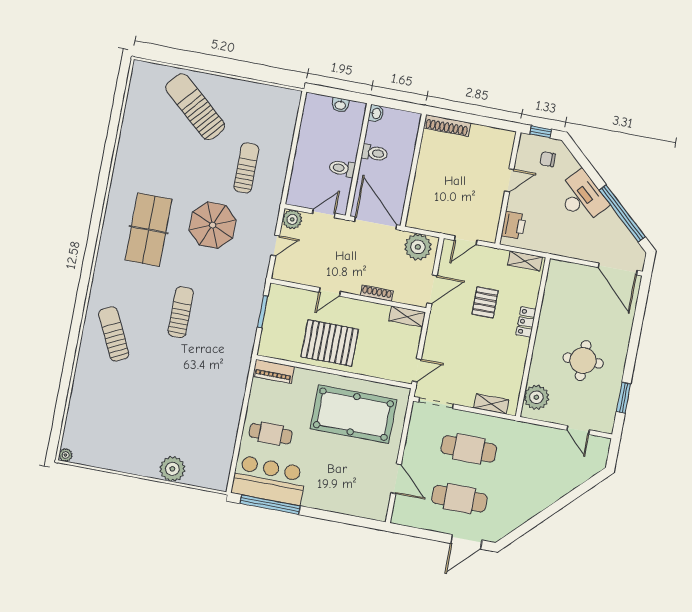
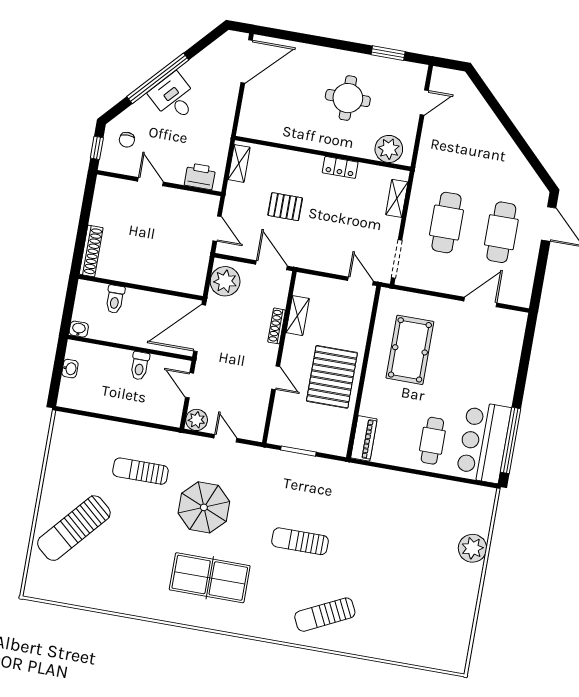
toilet: (375, 153) -> (115, 299), moved, turned 180
desk: (582, 197) -> (174, 98), width x0.73
window: (622, 213) -> (158, 78), moved
shelving: (407, 317) -> (298, 316), moved
locker: (526, 322) -> (340, 167), moved
pool table: (354, 414) -> (410, 350), width x0.73, depth x0.76
plant: (66, 455) -> (459, 666), removed

